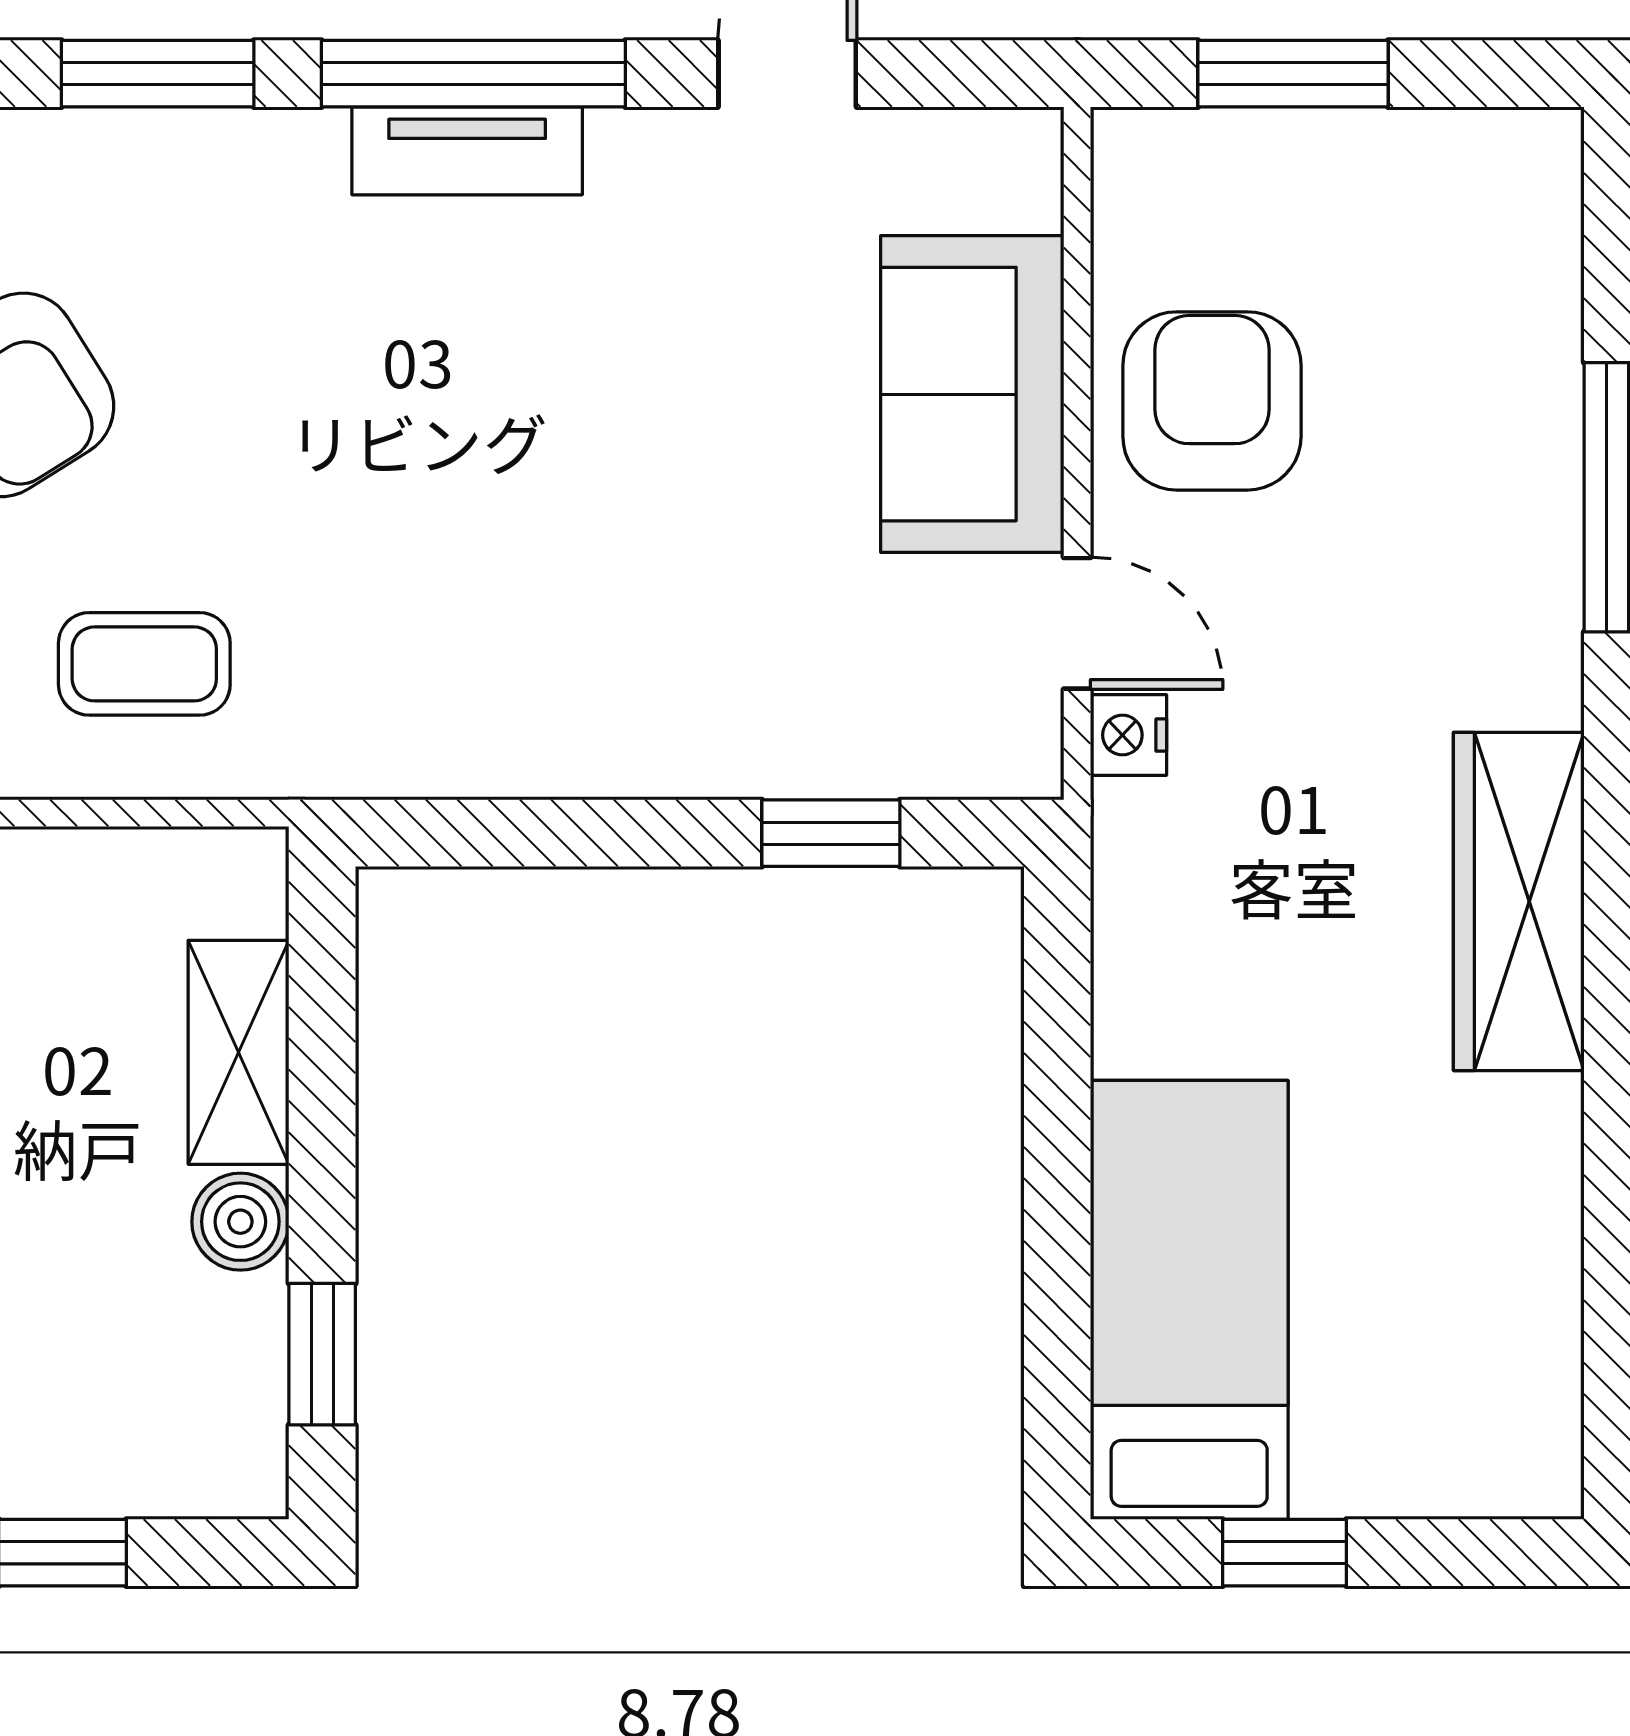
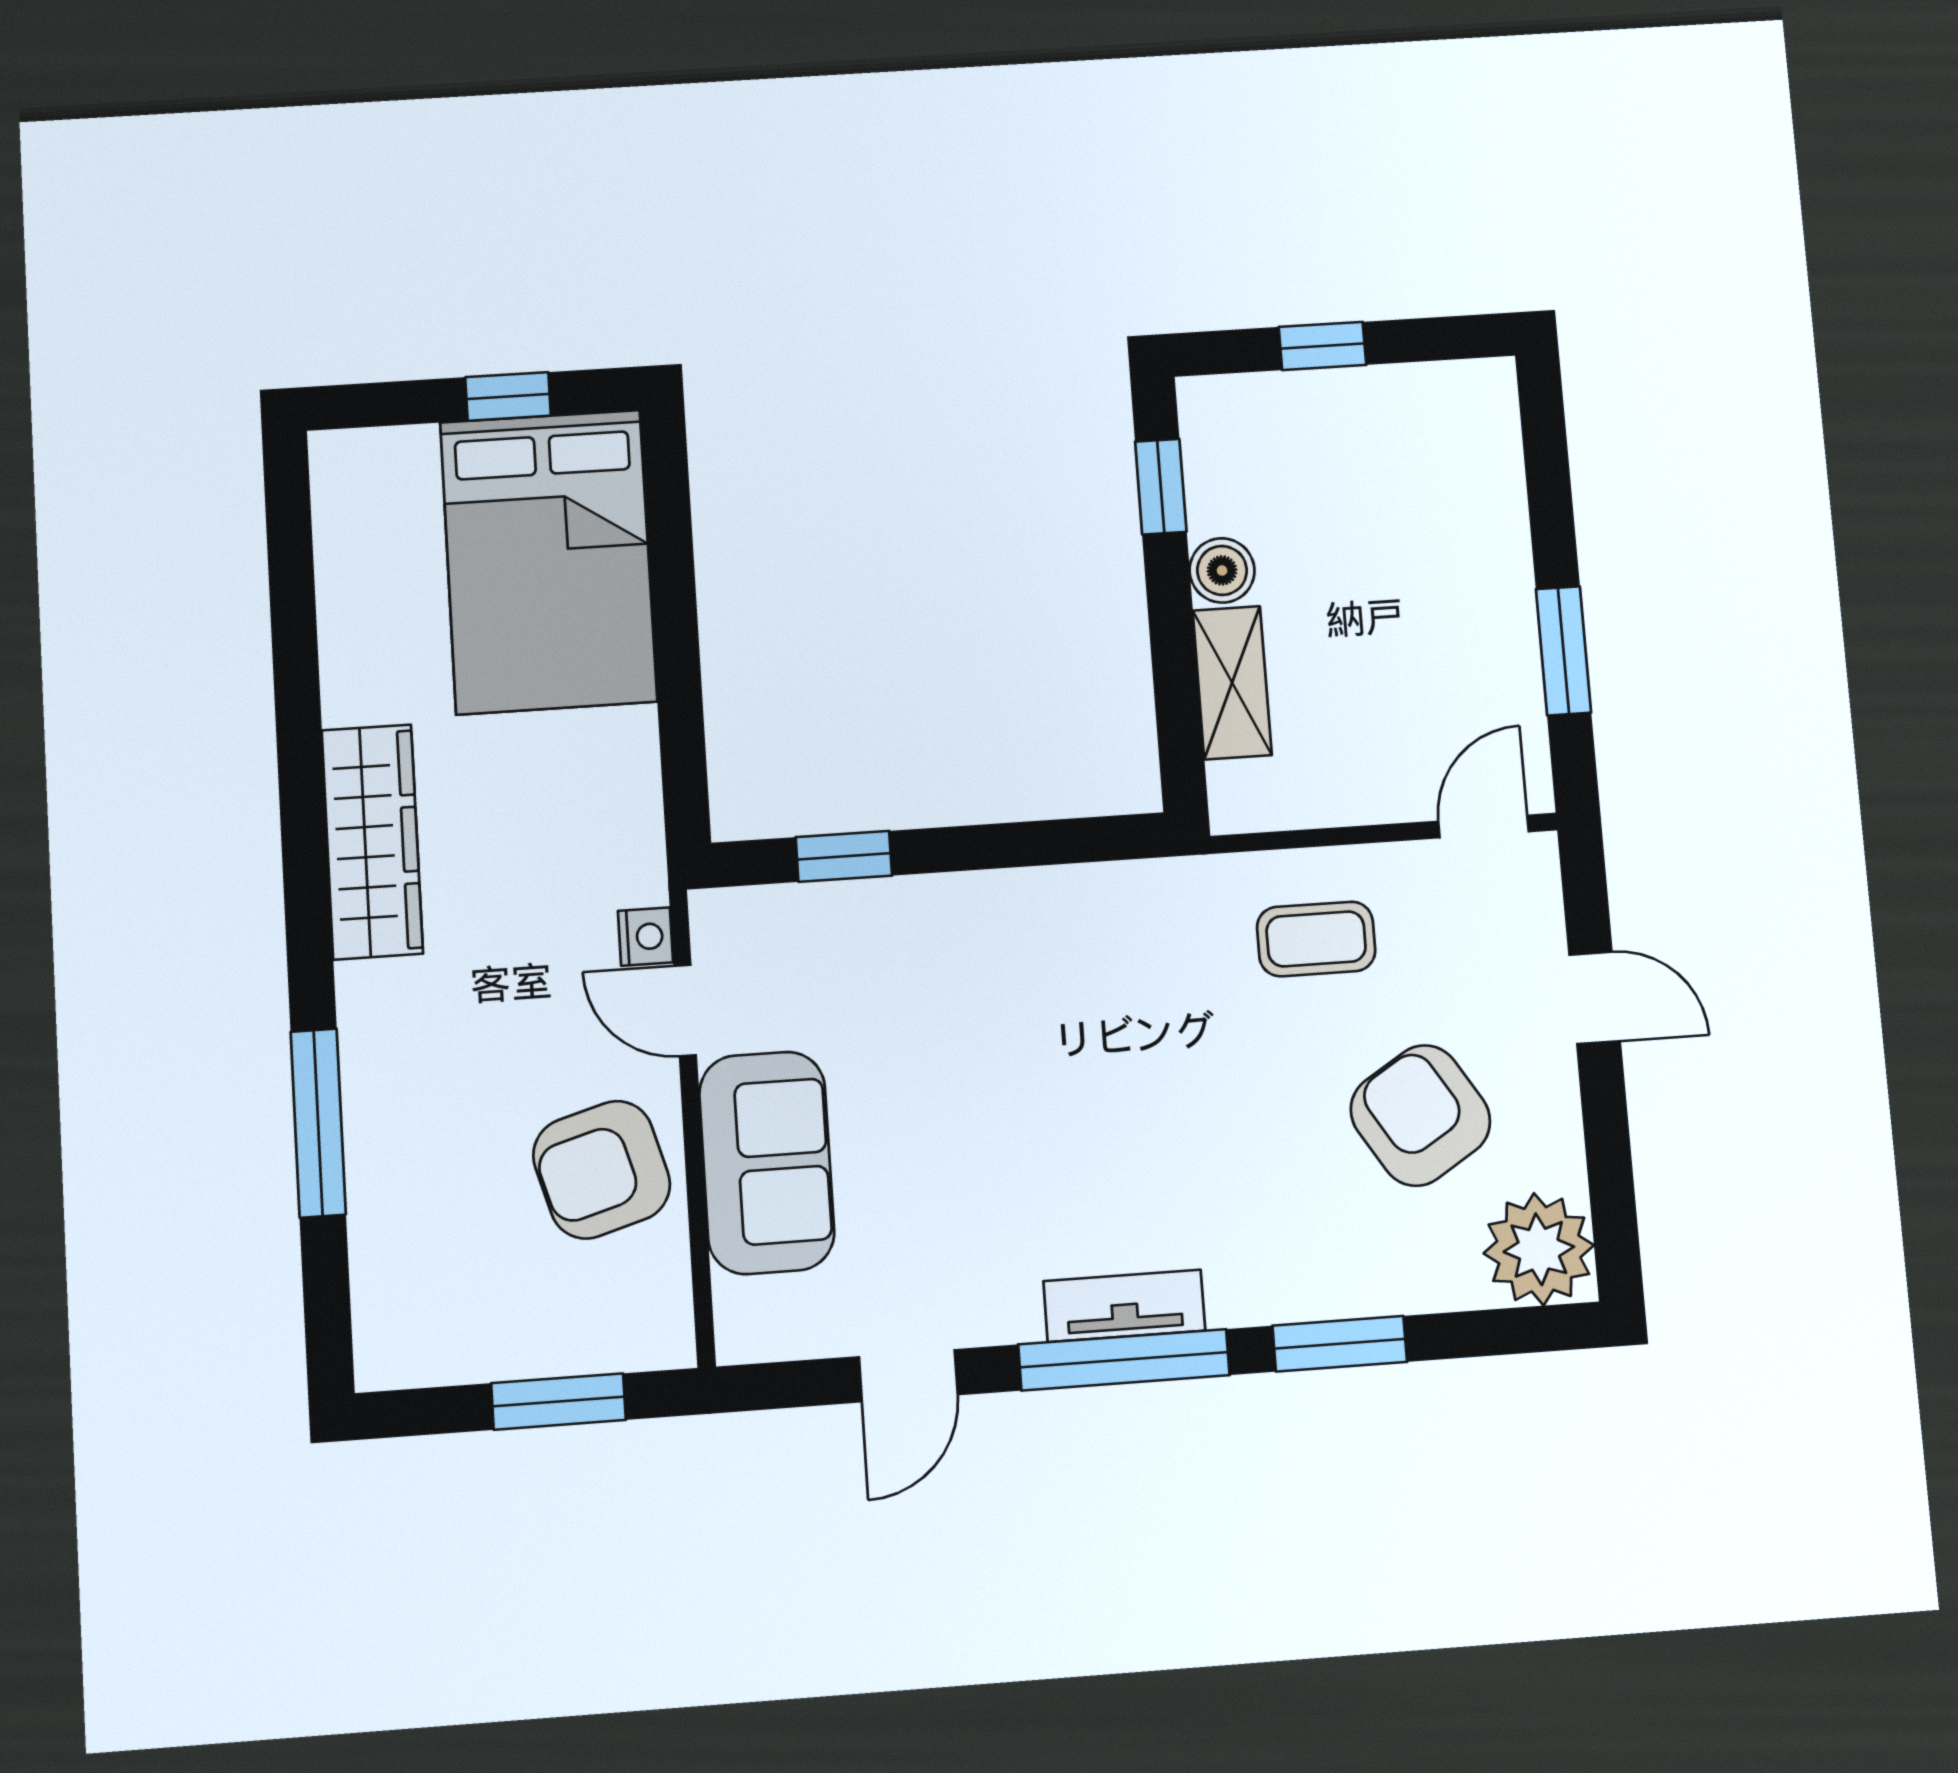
armchair: (1212, 401) -> (602, 1170), turned 74
bed: (1189, 1300) -> (548, 562), width x1.50

